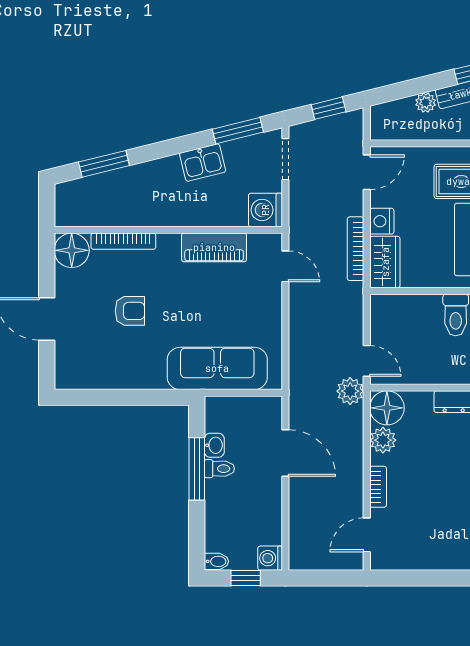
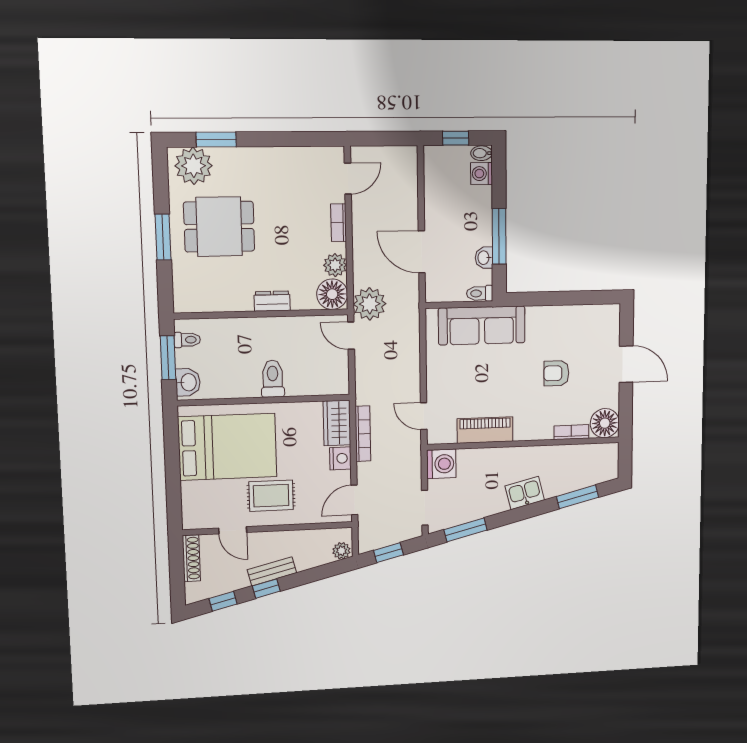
plant: (426, 103) -> (341, 551), moved
kitchen sink: (203, 163) -> (525, 493), moved
bookcase: (123, 241) -> (571, 432), width x0.64
plant: (350, 391) -> (370, 304), width x1.36, depth x1.36
toilet: (219, 469) -> (480, 293), moved
washing machine: (270, 558) -> (481, 174), moved, turned 180

